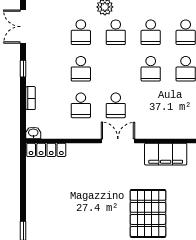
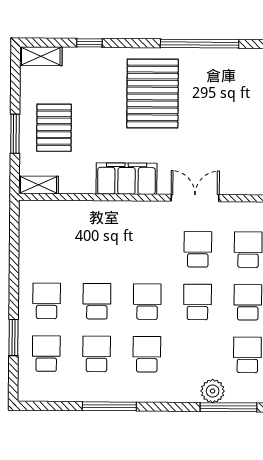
school desk: (116, 32) -> (197, 302), moved
double door: (118, 141) -> (195, 198), swing flipped

